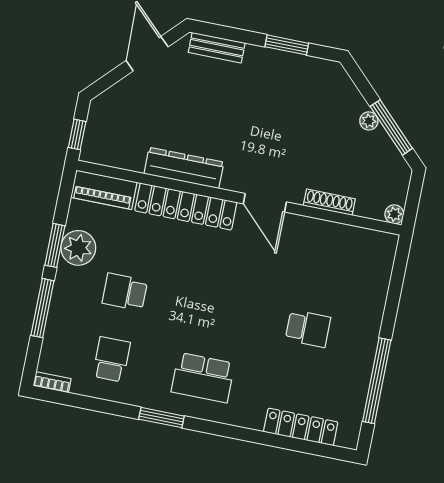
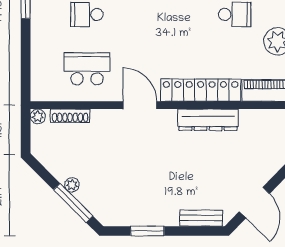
window: (391, 127) -> (73, 203), moved
shoe rack: (329, 202) -> (70, 116), moved
school desk: (321, 261) -> (87, 69), added

